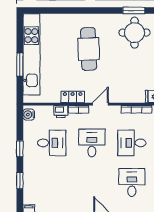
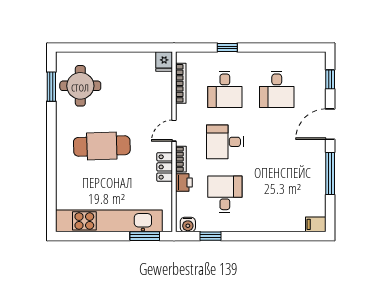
window: (20, 65) -> (145, 236), moved
door: (100, 104) -> (174, 131), hinge flipped
window: (20, 149) -> (211, 236), moved
window: (20, 181) -> (274, 236), removed
desk: (132, 182) -> (277, 89), turned -90

